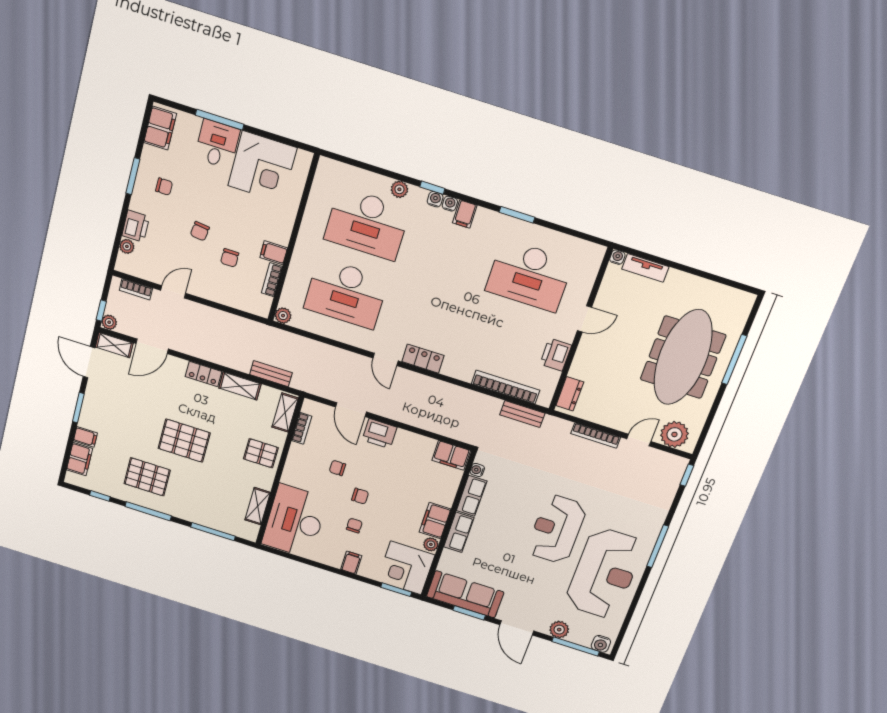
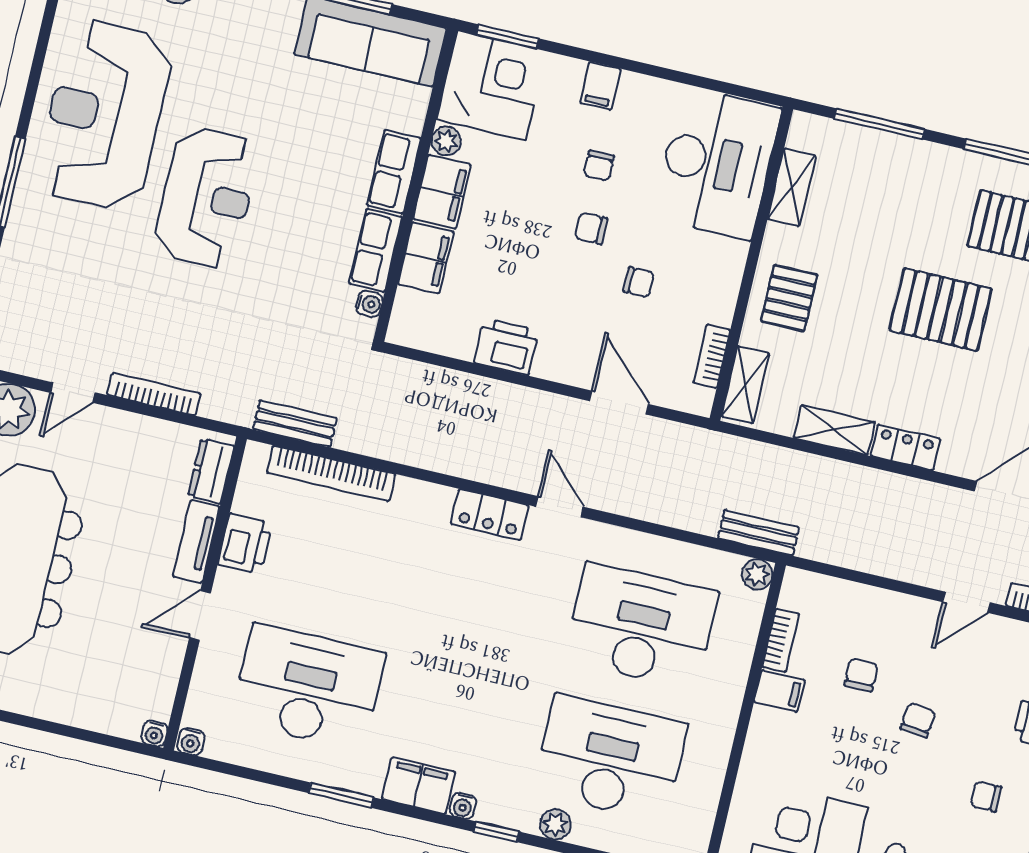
water cooler: (435, 199) -> (191, 741), moved
filing cabinet: (465, 214) -> (419, 786), width x2.00
tv unit: (645, 268) -> (196, 542), moved, turned -90
bench: (271, 374) -> (759, 533), moved
printer: (380, 434) -> (506, 347), moved
pallet: (261, 453) -> (789, 298), turned 90
filing cabinet: (451, 455) -> (426, 258), moved, turned 90

